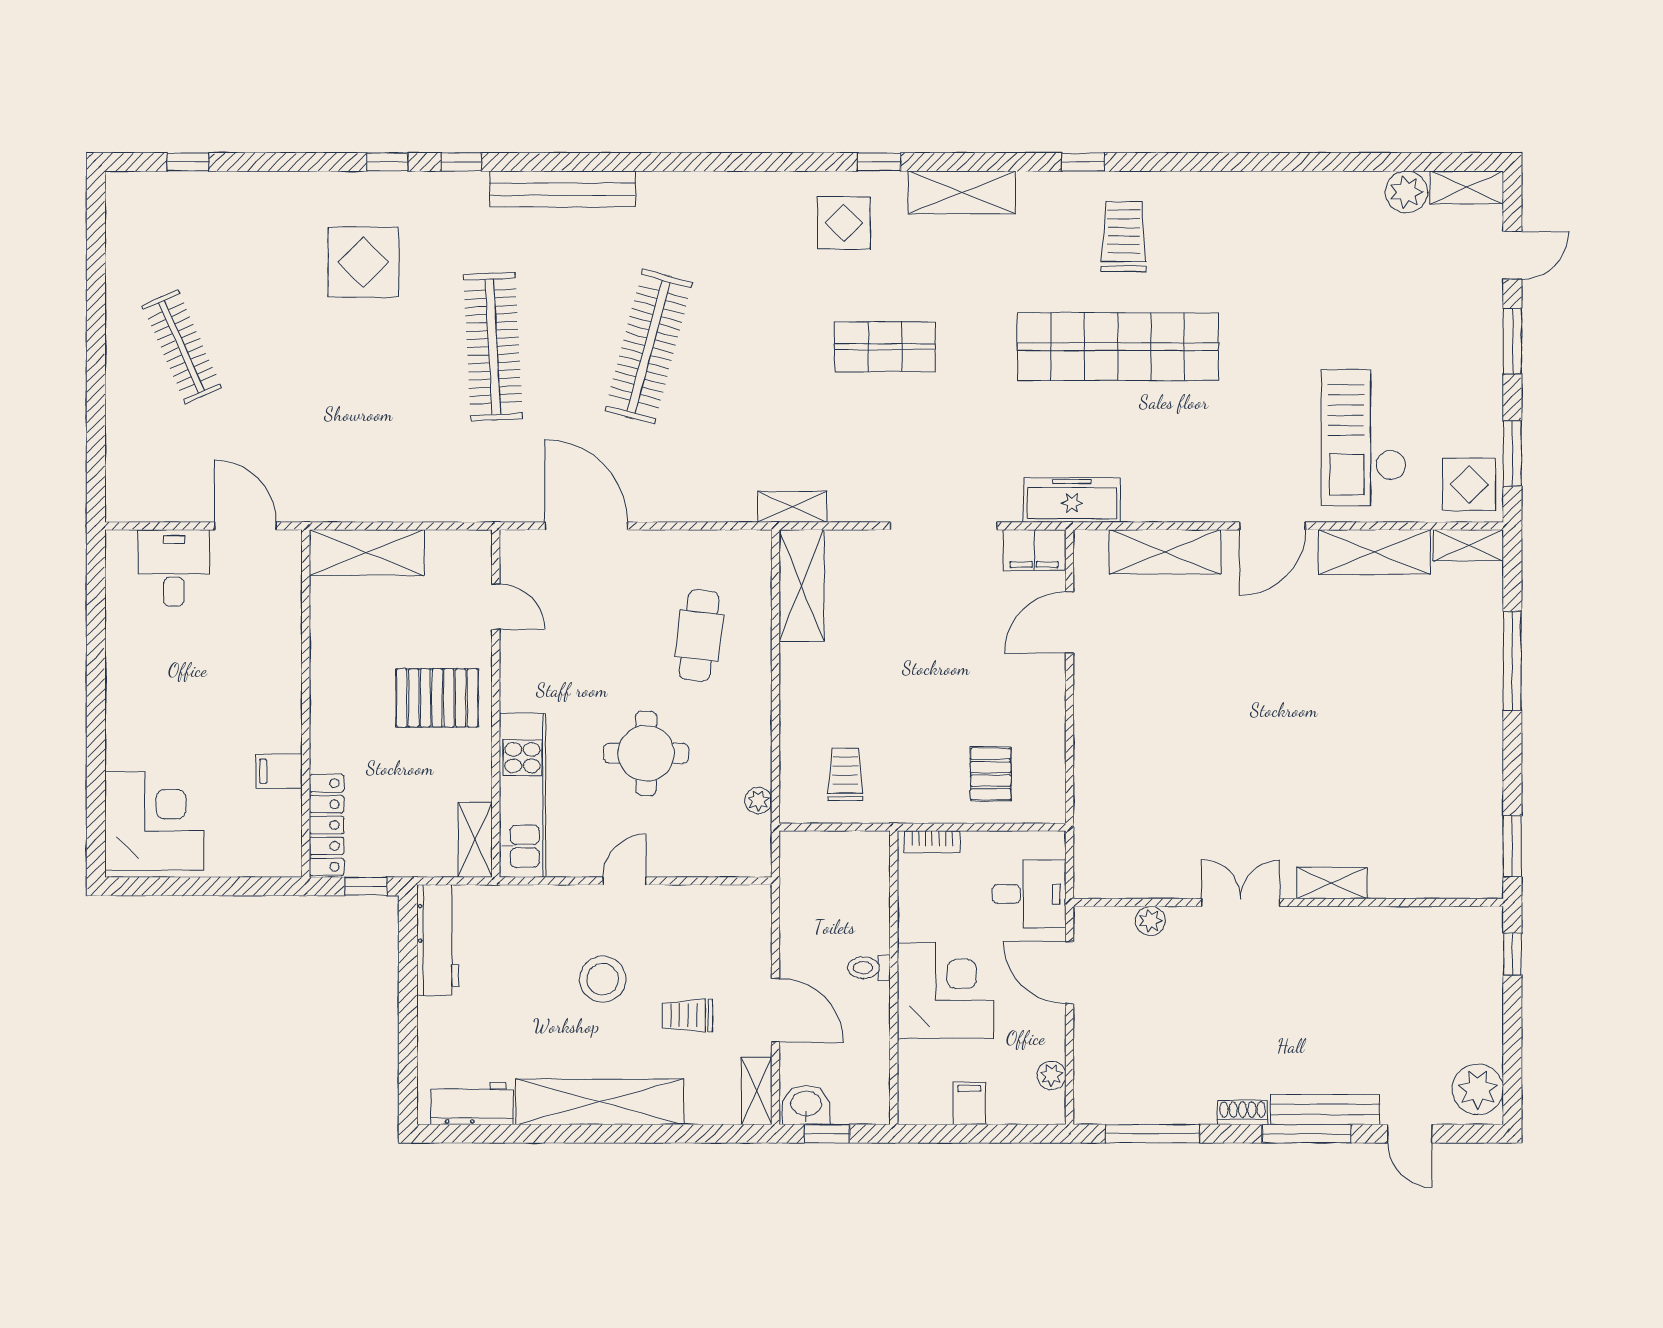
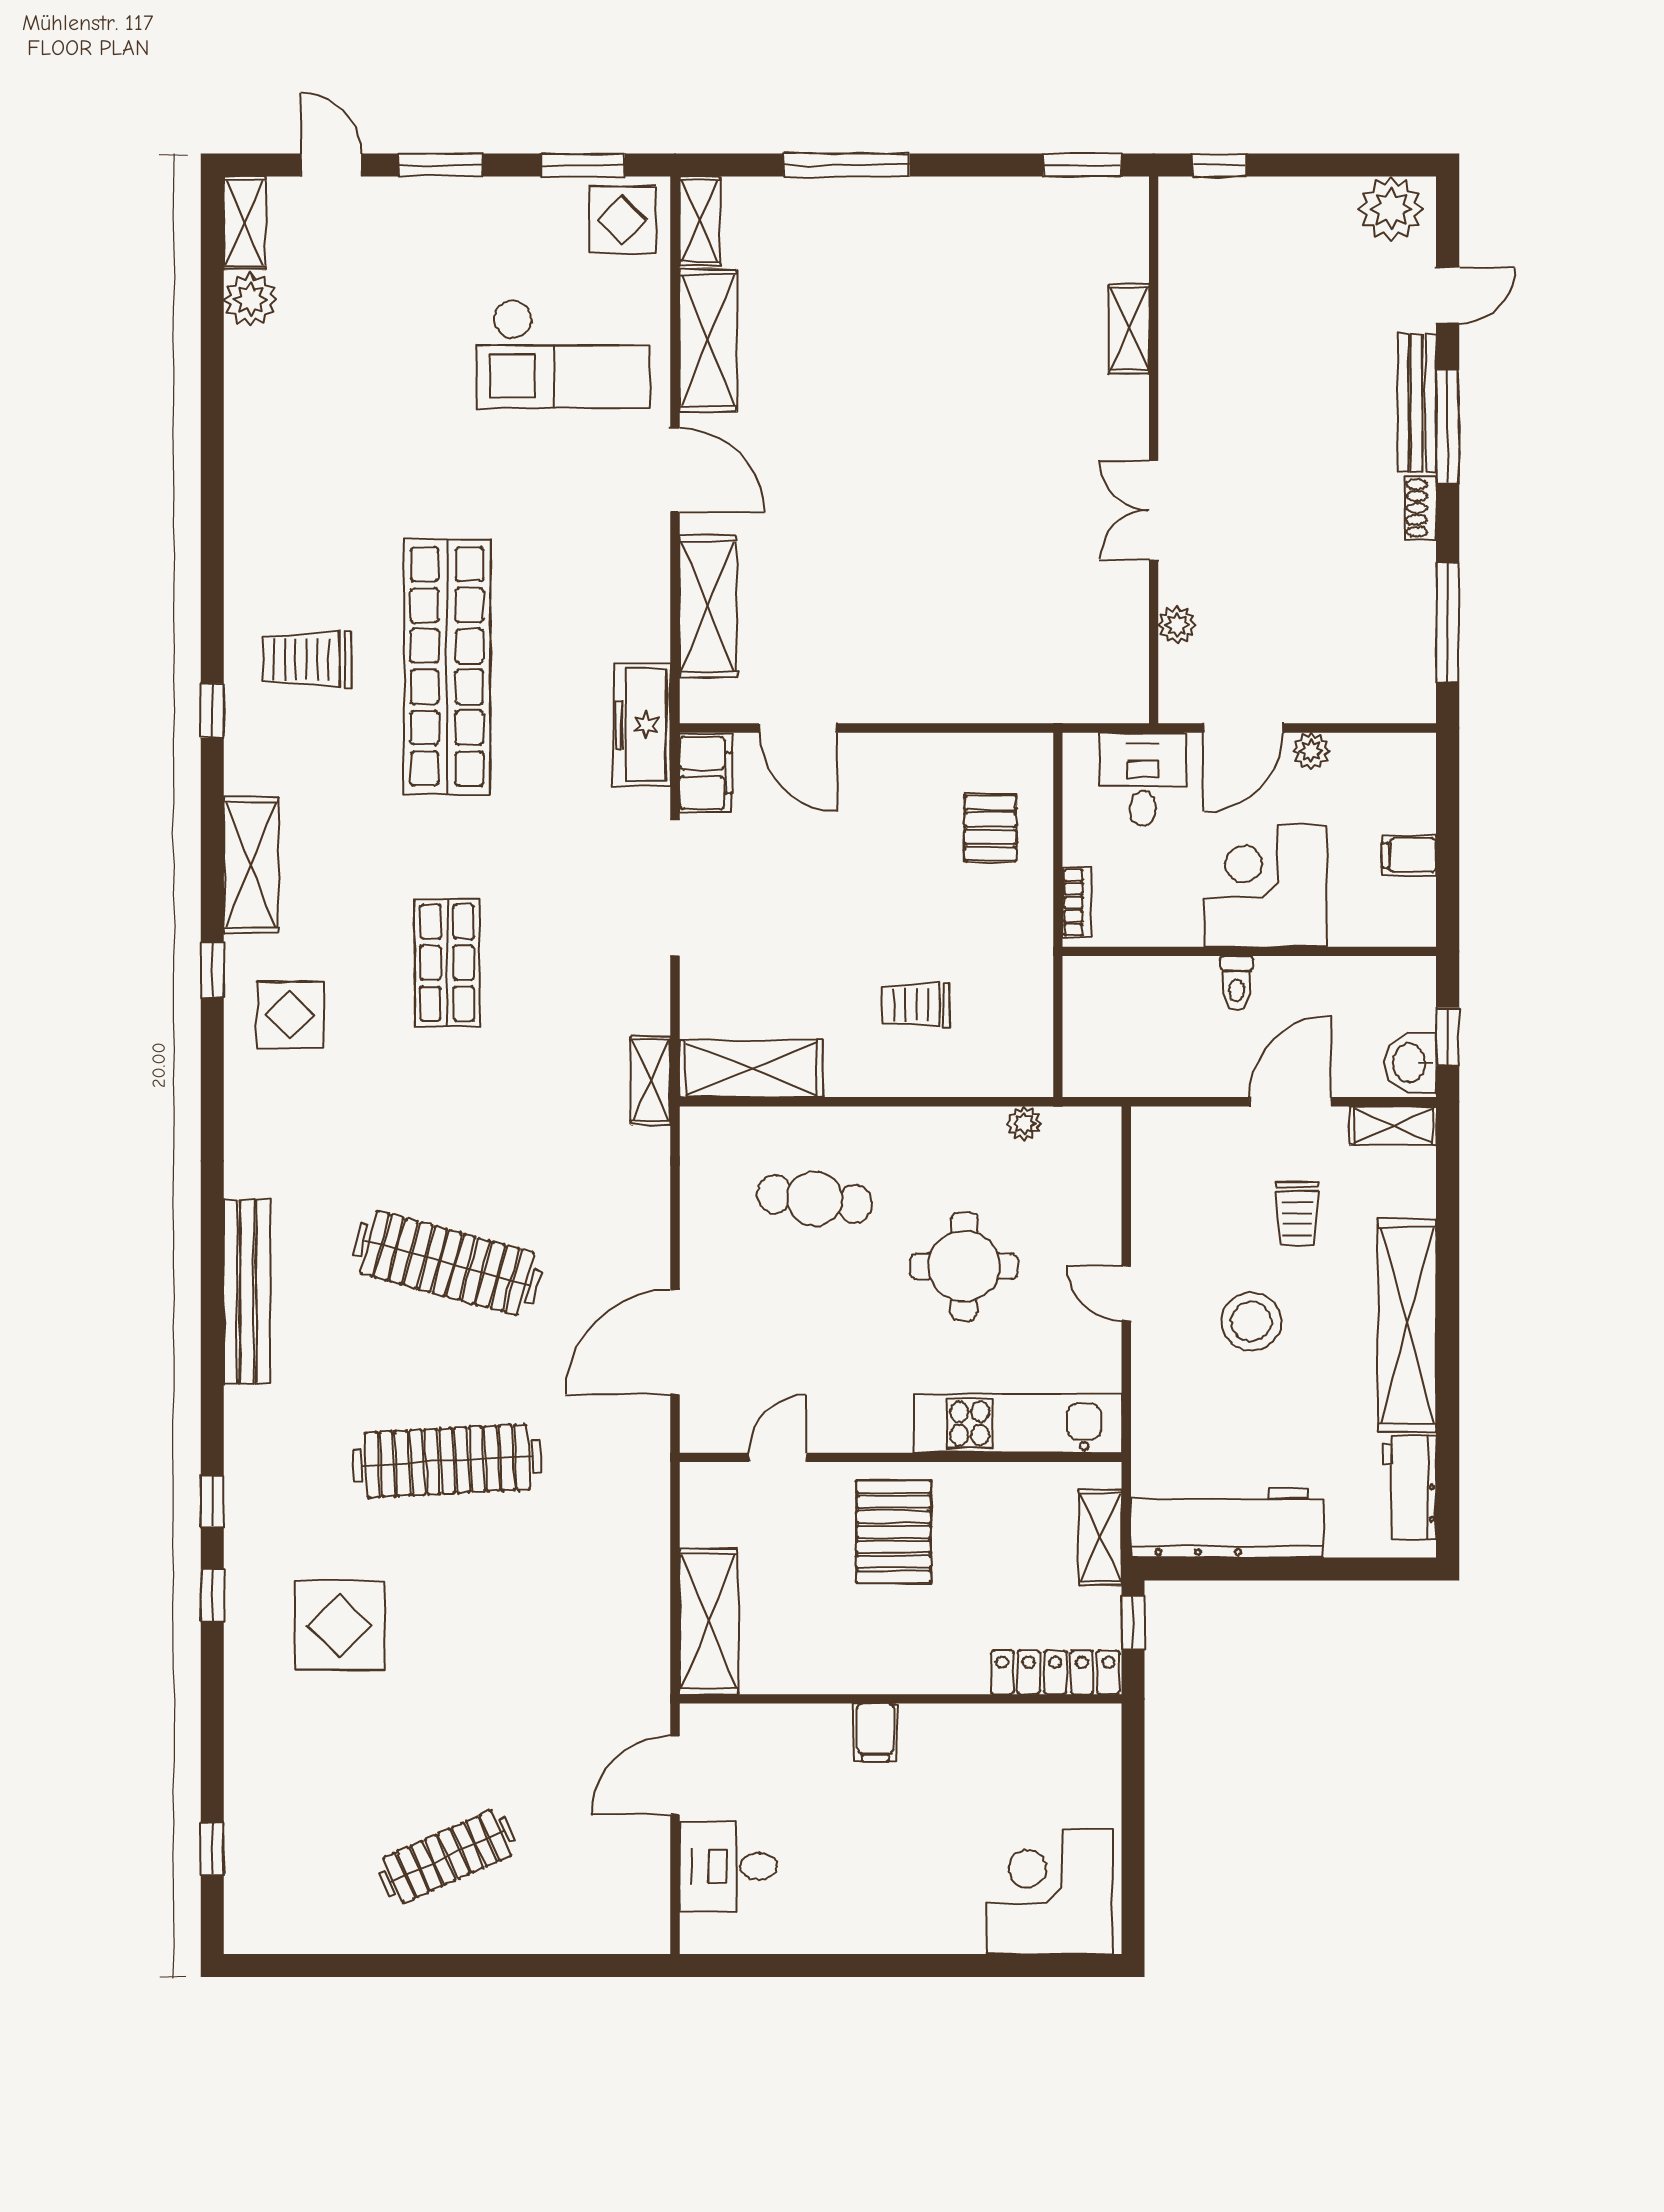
bench: (563, 189) -> (247, 1292), moved
filing cabinet: (279, 771) -> (875, 1733), moved
trolley: (845, 774) -> (915, 1005), moved
pallet: (991, 774) -> (990, 828), turned 90
shelving: (475, 840) -> (1100, 1537), moved, turned 90
shelving: (1332, 883) -> (1129, 329), moved
workbench: (438, 940) -> (1227, 1523), width x1.36, depth x1.32
plant: (1051, 1075) -> (1311, 751), moved

